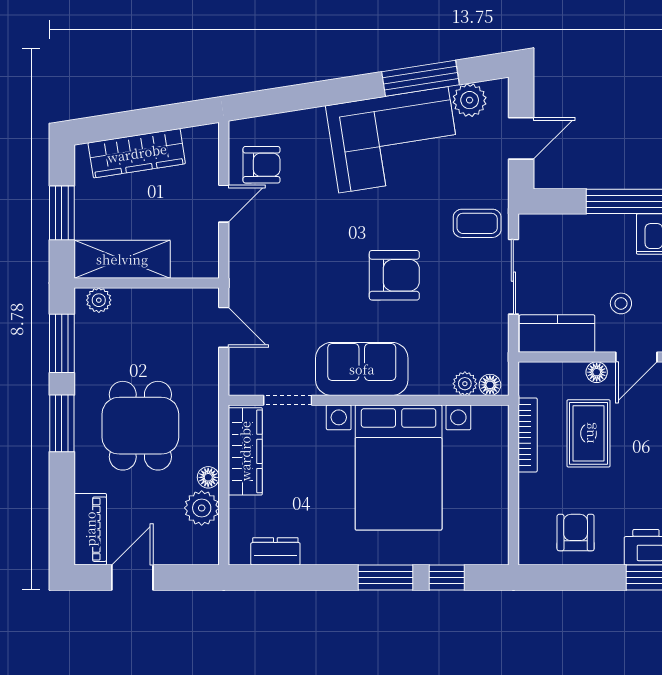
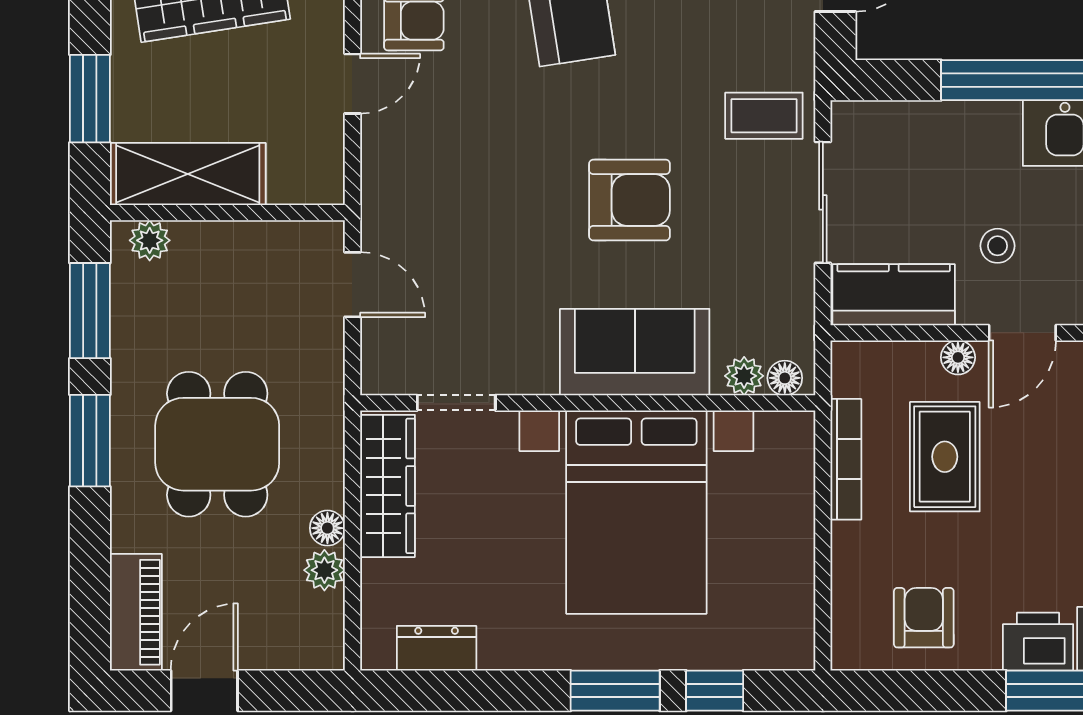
sofa: (362, 369) -> (635, 352), moved
plant: (202, 508) -> (324, 570), width x0.73, depth x0.73

